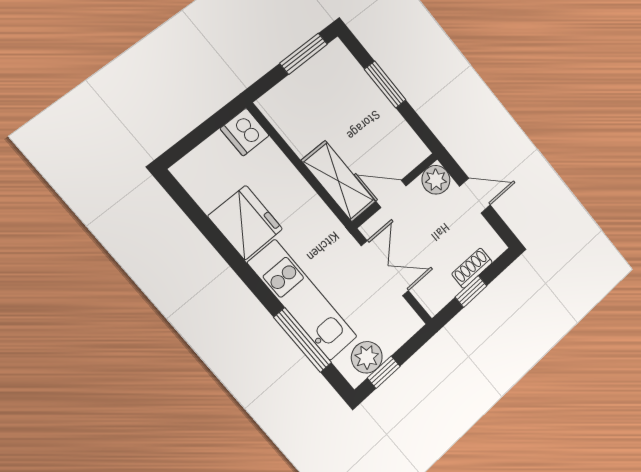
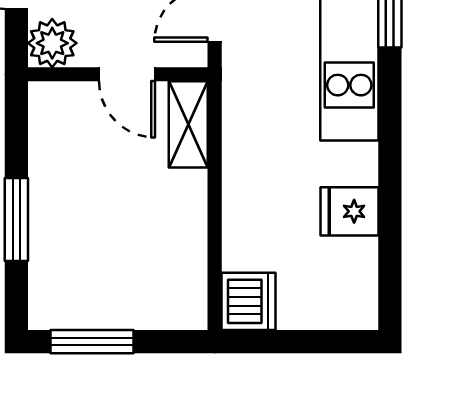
shelving: (338, 181) -> (188, 124), width x0.67, depth x0.75
fridge: (245, 223) -> (349, 211), width x0.53, depth x0.75

